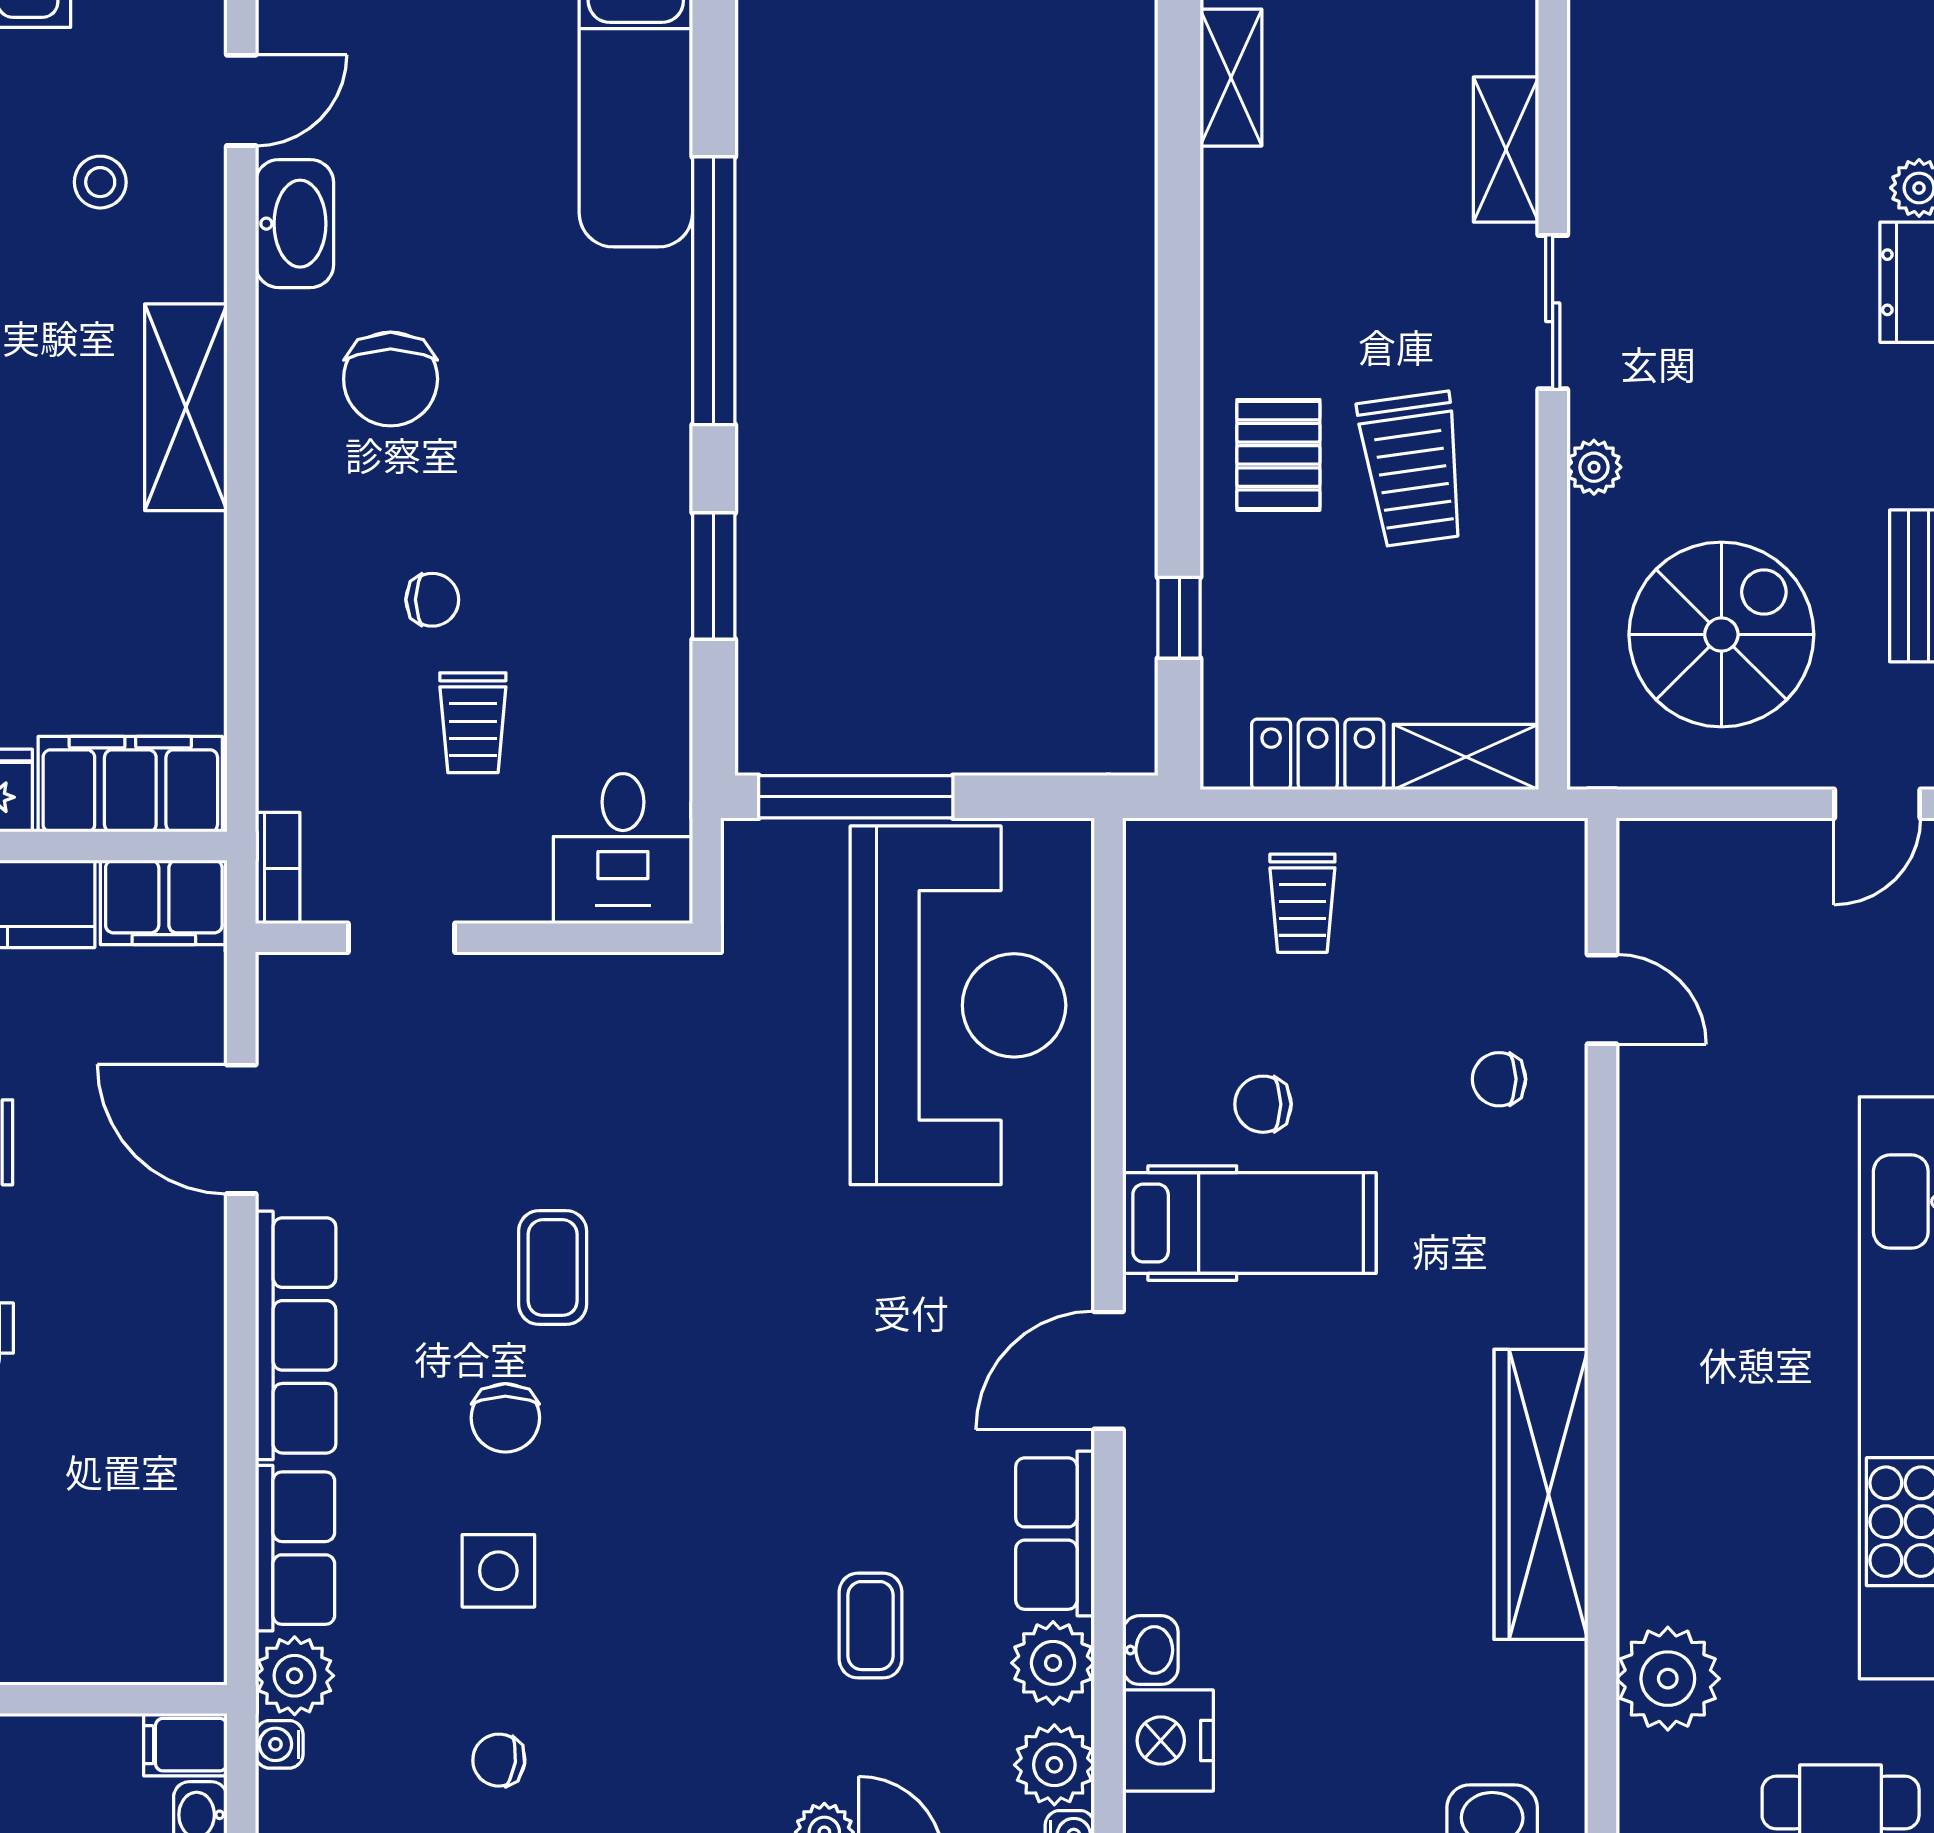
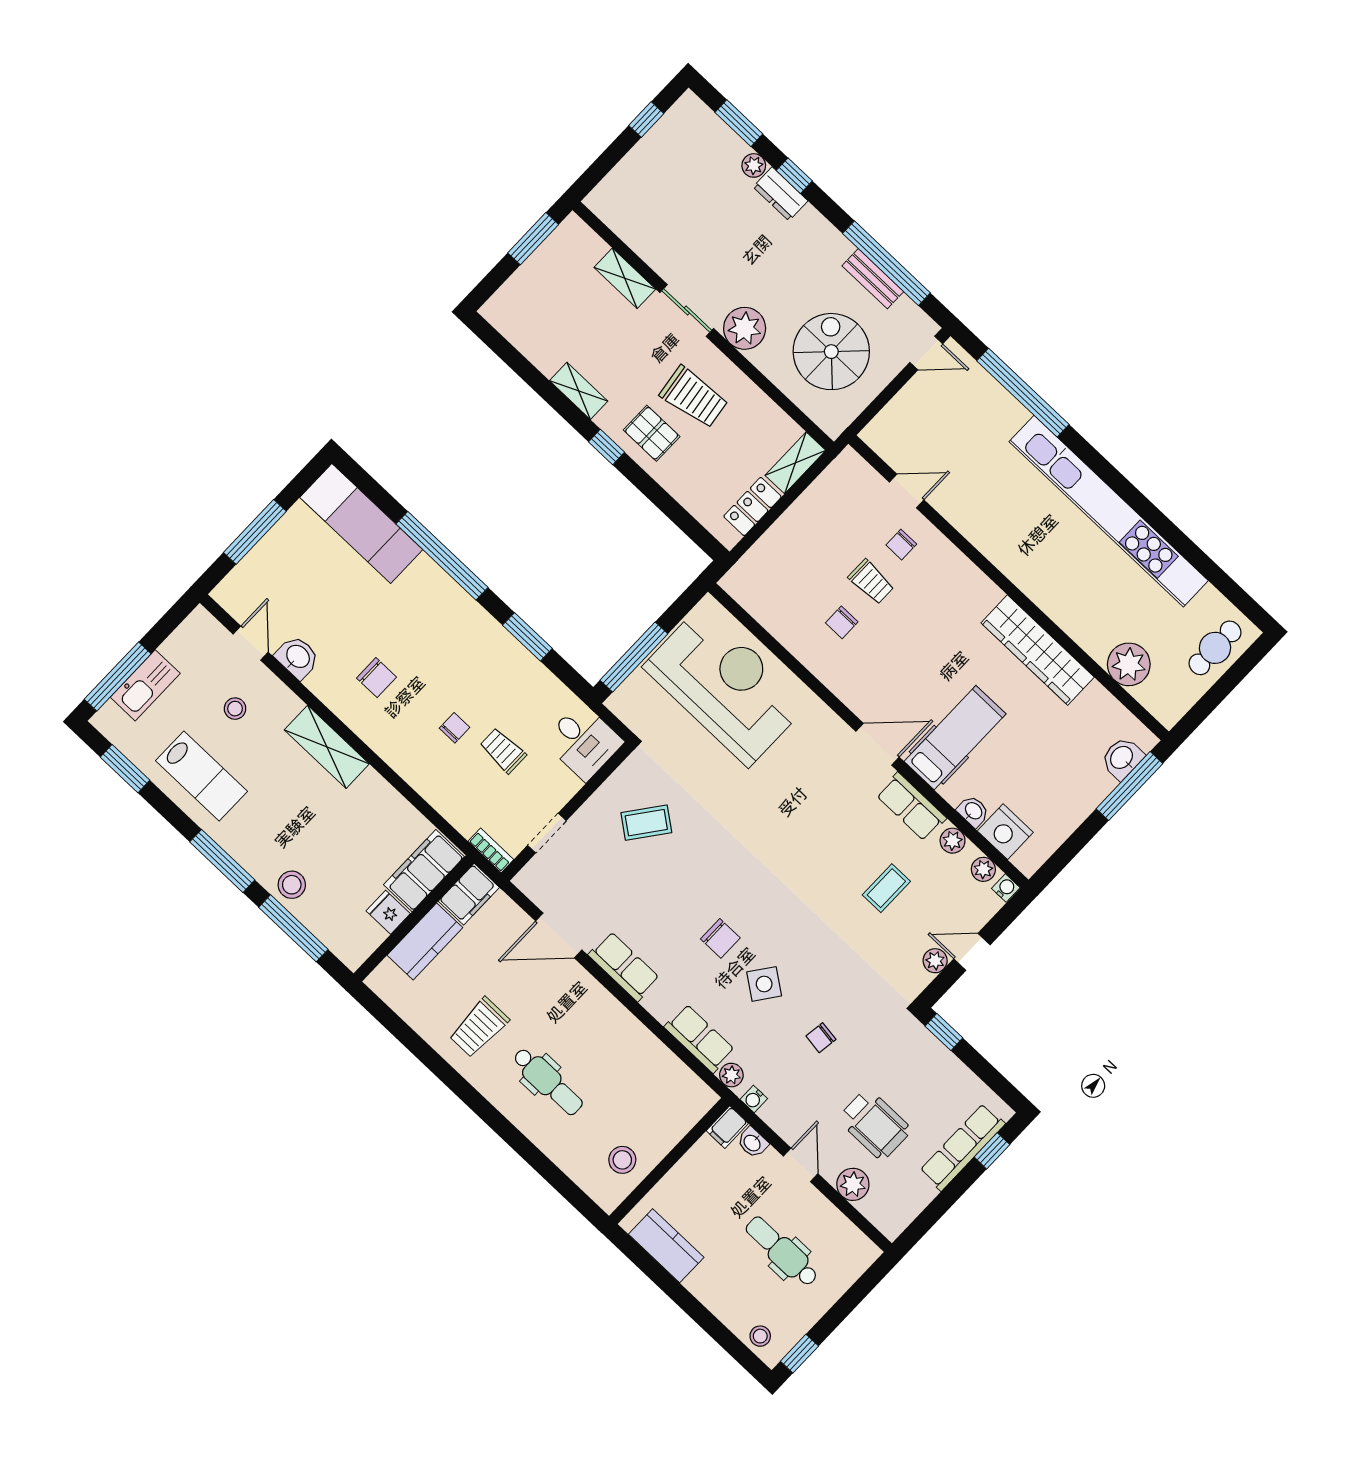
shelving: (1231, 78) -> (579, 391), moved
washbasin: (295, 224) -> (297, 657), width x0.72
chair: (391, 379) -> (377, 678), width x0.73, depth x0.73
plant: (1594, 467) -> (745, 328), width x1.88, depth x1.88
window: (1179, 618) -> (607, 447), moved
trolley: (473, 723) -> (503, 751), turned 180
door: (1877, 804) -> (926, 353), hinge flipped
trolley: (1302, 903) -> (871, 582), moved
hospital bed: (1249, 1223) -> (955, 738), moved
coffee table: (553, 1268) -> (646, 823), moved, turned -53
row of seats: (296, 1335) -> (624, 966), width x0.68
door: (1109, 1370) -> (877, 744), swing flipped
side table: (498, 1571) -> (764, 984), turned 36
coffee table: (870, 1626) -> (886, 888), turned 90
plant: (1053, 1663) -> (953, 841), width x0.73, depth x0.73
plant: (295, 1676) -> (731, 1075), width x0.73, depth x0.73
plant: (1054, 1765) -> (983, 869), width x0.73, depth x0.73

